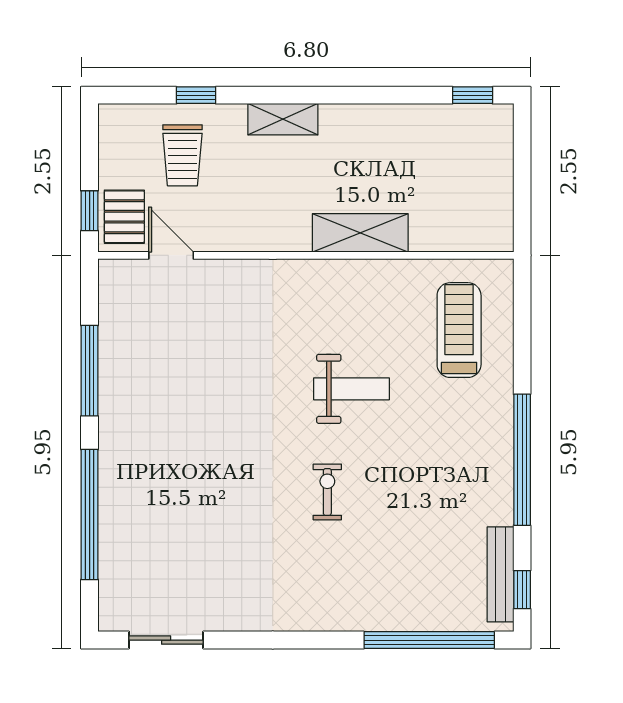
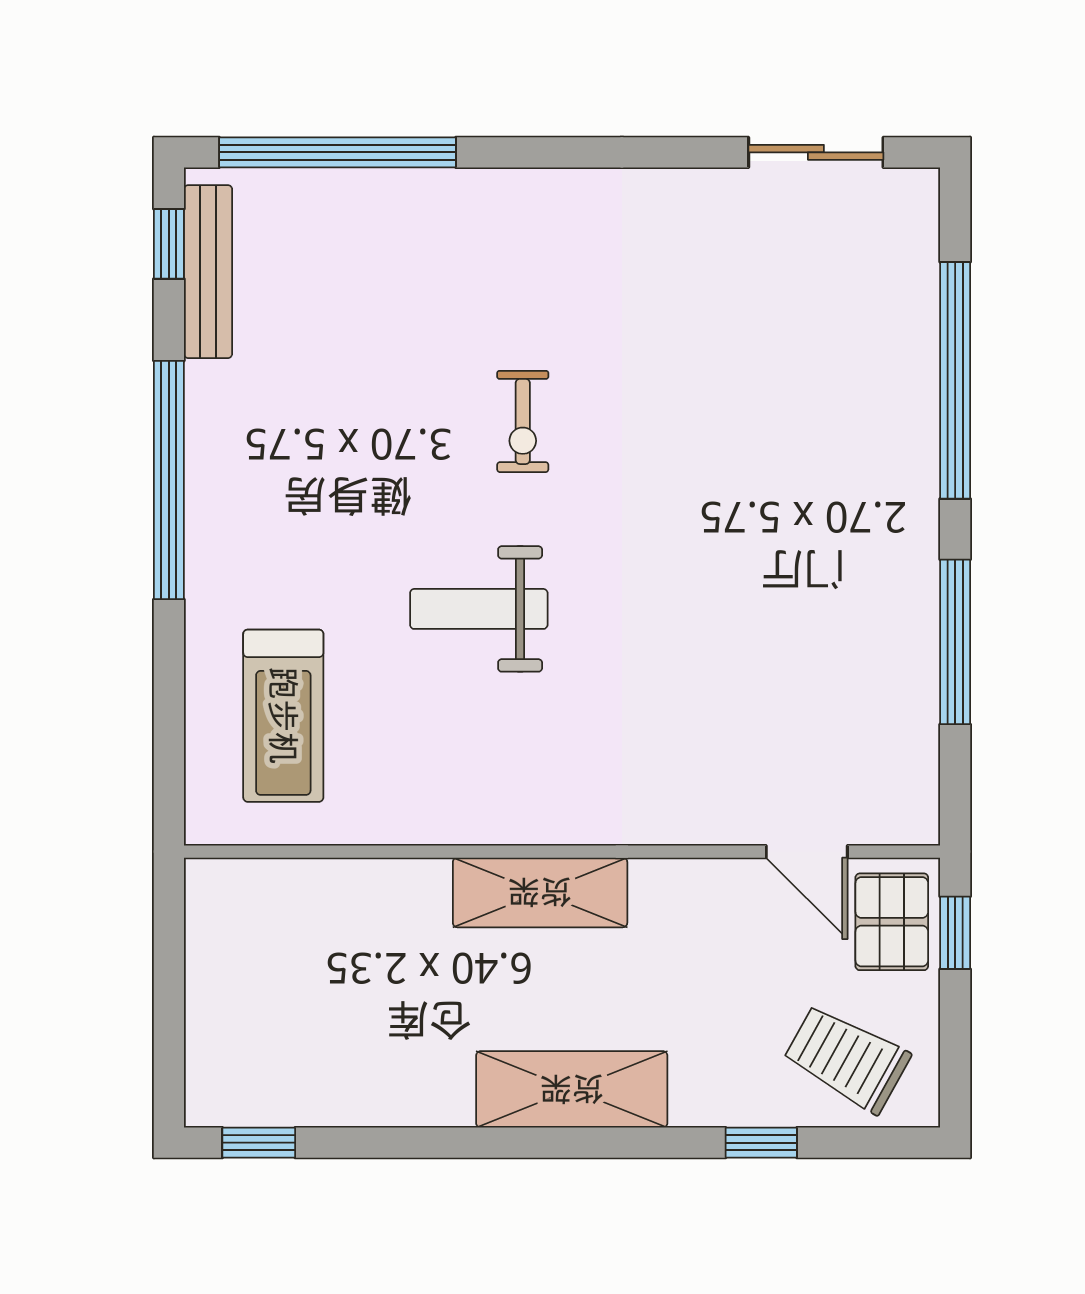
shelving: (283, 119) -> (572, 1089), width x1.50, depth x1.33
trolley: (182, 155) -> (847, 1059), moved, turned -61
shelving: (360, 233) -> (540, 892), moved

